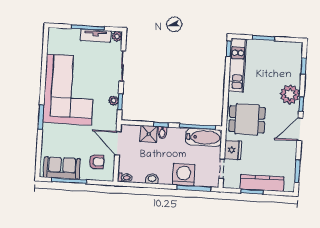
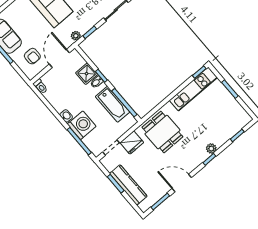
plant: (290, 94) -> (211, 149), width x0.53, depth x0.53
plant: (113, 101) -> (76, 36), moved
door: (300, 129) -> (182, 183), moved
bathtub: (204, 137) -> (113, 104), moved
washbasin: (152, 179) -> (66, 116), moved

